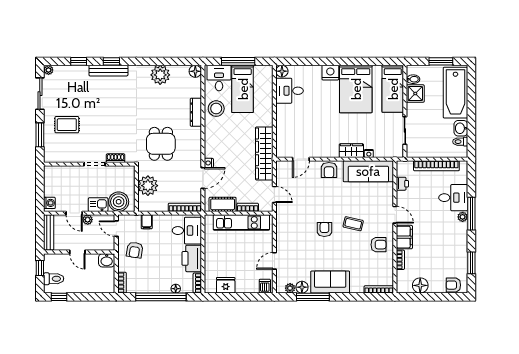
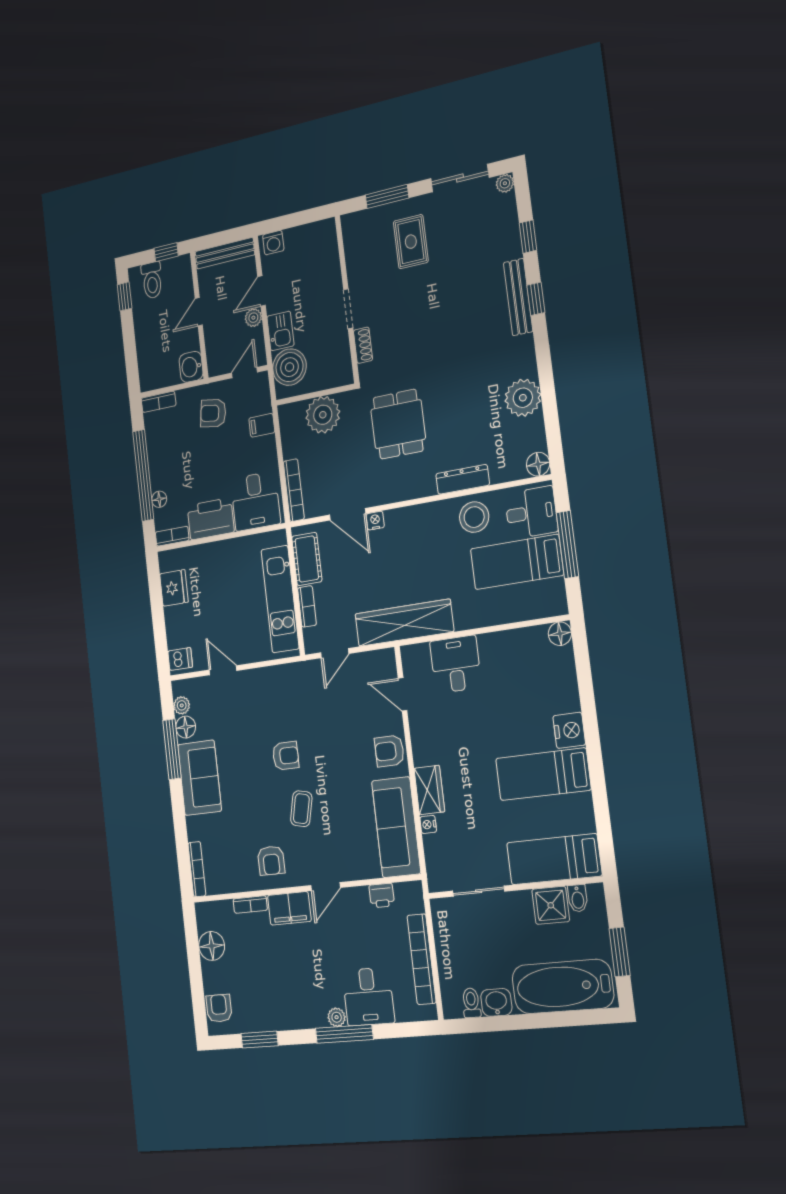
bed: (356, 89) -> (543, 774), width x0.67
desk: (290, 91) -> (456, 664), moved
dining table: (161, 144) -> (398, 424), turned 90

